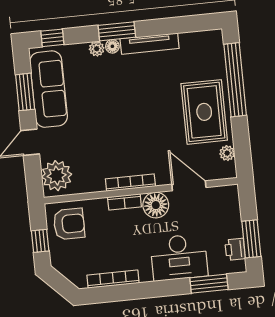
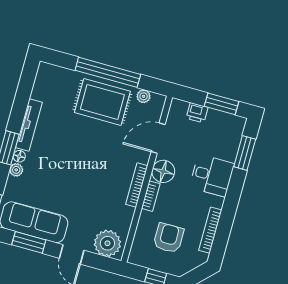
window: (235, 80) -> (108, 72), moved
armchair: (69, 224) -> (169, 238), moved
printer: (235, 249) -> (197, 113), moved
desk: (179, 257) -> (212, 175), width x0.73

